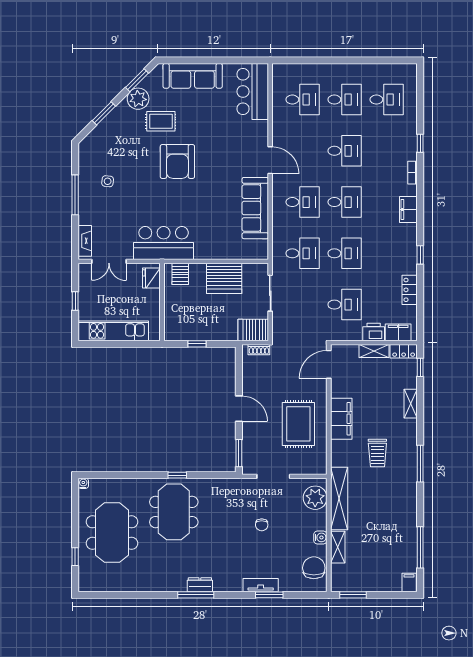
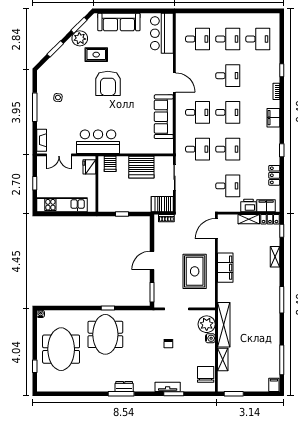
door: (239, 409) -> (152, 260), swing flipped
trolley: (377, 453) -> (251, 292), removed
water cooler: (320, 537) -> (210, 338), moved

